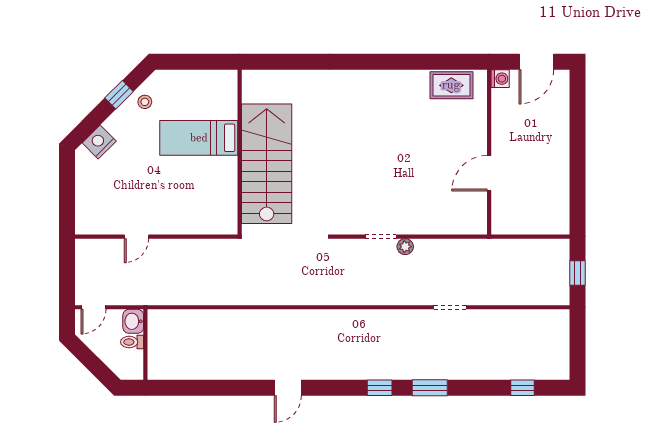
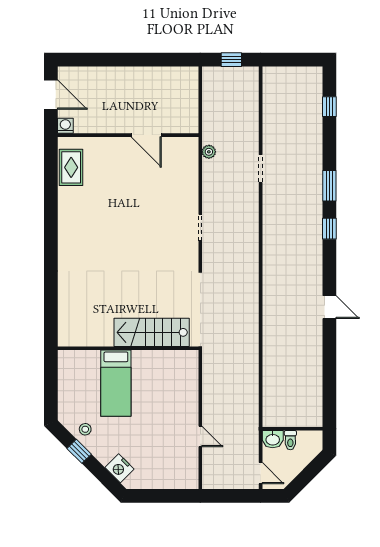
stairs: (267, 164) -> (152, 332), width x0.73, depth x0.66
plant: (405, 247) -> (209, 152), moved

